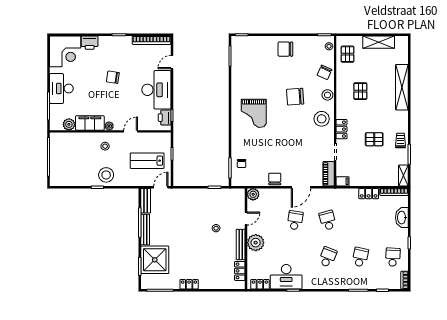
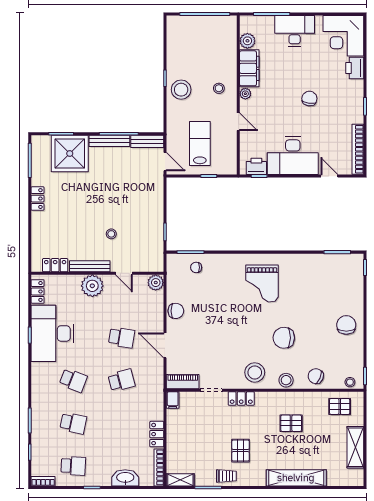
chair: (295, 97) -> (284, 338), turned -85
grand piano: (254, 113) -> (262, 283), turned -90
pallet: (374, 139) -> (241, 451), moved
desk: (286, 277) -> (52, 333), width x1.36, depth x1.30

